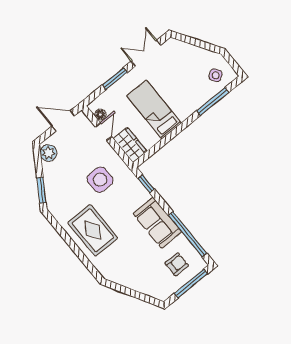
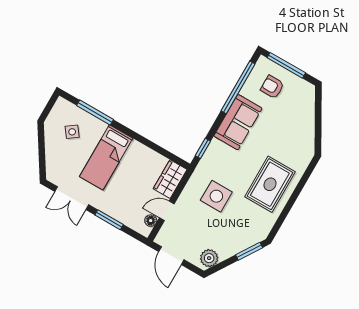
side table: (216, 75) -> (72, 132), moved
bed: (154, 110) -> (106, 157), moved

